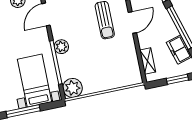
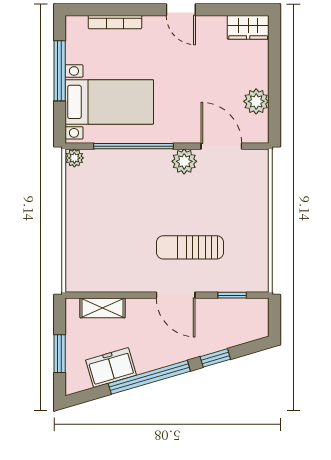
plant: (61, 47) -> (184, 161), moved
plant: (73, 88) -> (74, 158), width x0.53, depth x0.53

